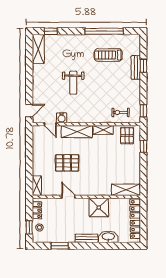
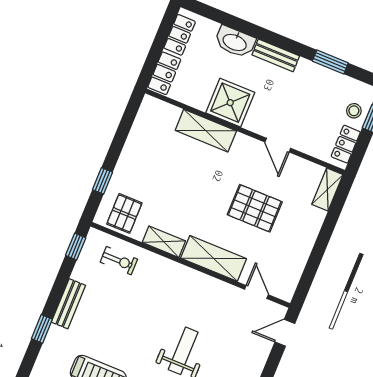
bench: (136, 67) -> (68, 304), moved
water cooler: (62, 118) -> (231, 295), removed
shelving: (126, 190) -> (206, 131), moved

